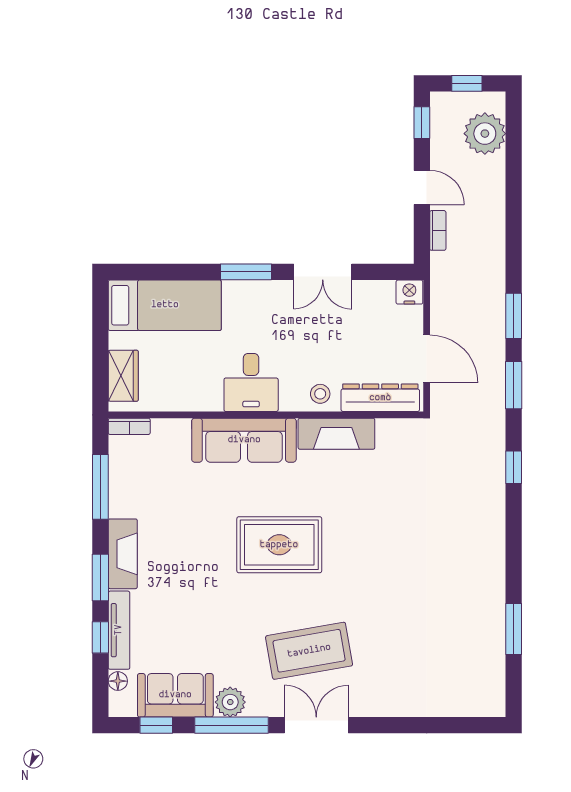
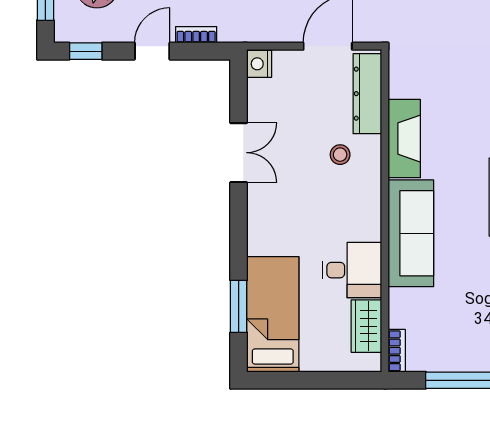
window: (246, 272) -> (239, 306), moved
wardrobe: (123, 376) -> (366, 326), moved, turned -90
desk: (251, 383) -> (352, 270), moved
stool: (320, 394) -> (340, 155), moved

